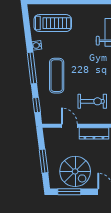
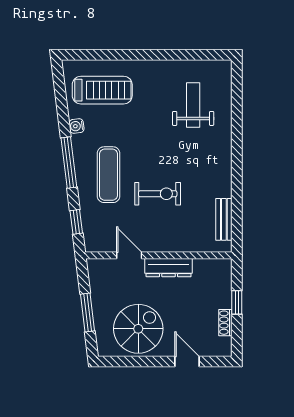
exercise bike: (92, 101) -> (158, 194), moved
spiral stairs: (75, 171) -> (138, 329), turned -90
window: (69, 192) -> (129, 362), removed

